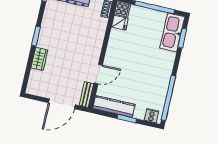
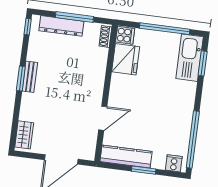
fridge: (120, 23) -> (126, 59), width x1.88, depth x1.34
wardrobe: (39, 59) -> (24, 135), moved
bench: (86, 95) -> (30, 77), moved

